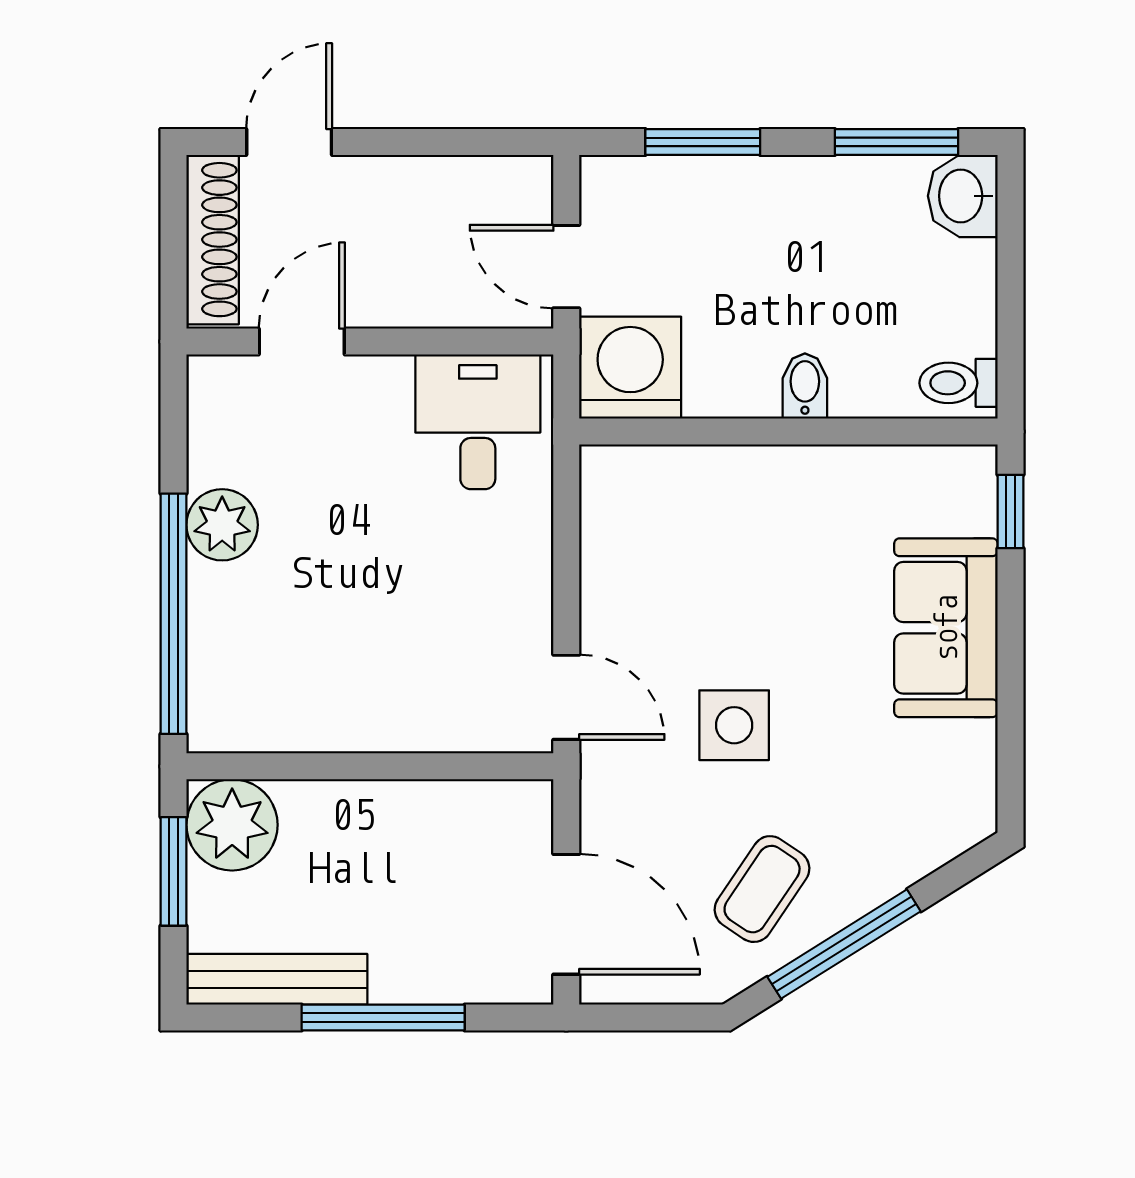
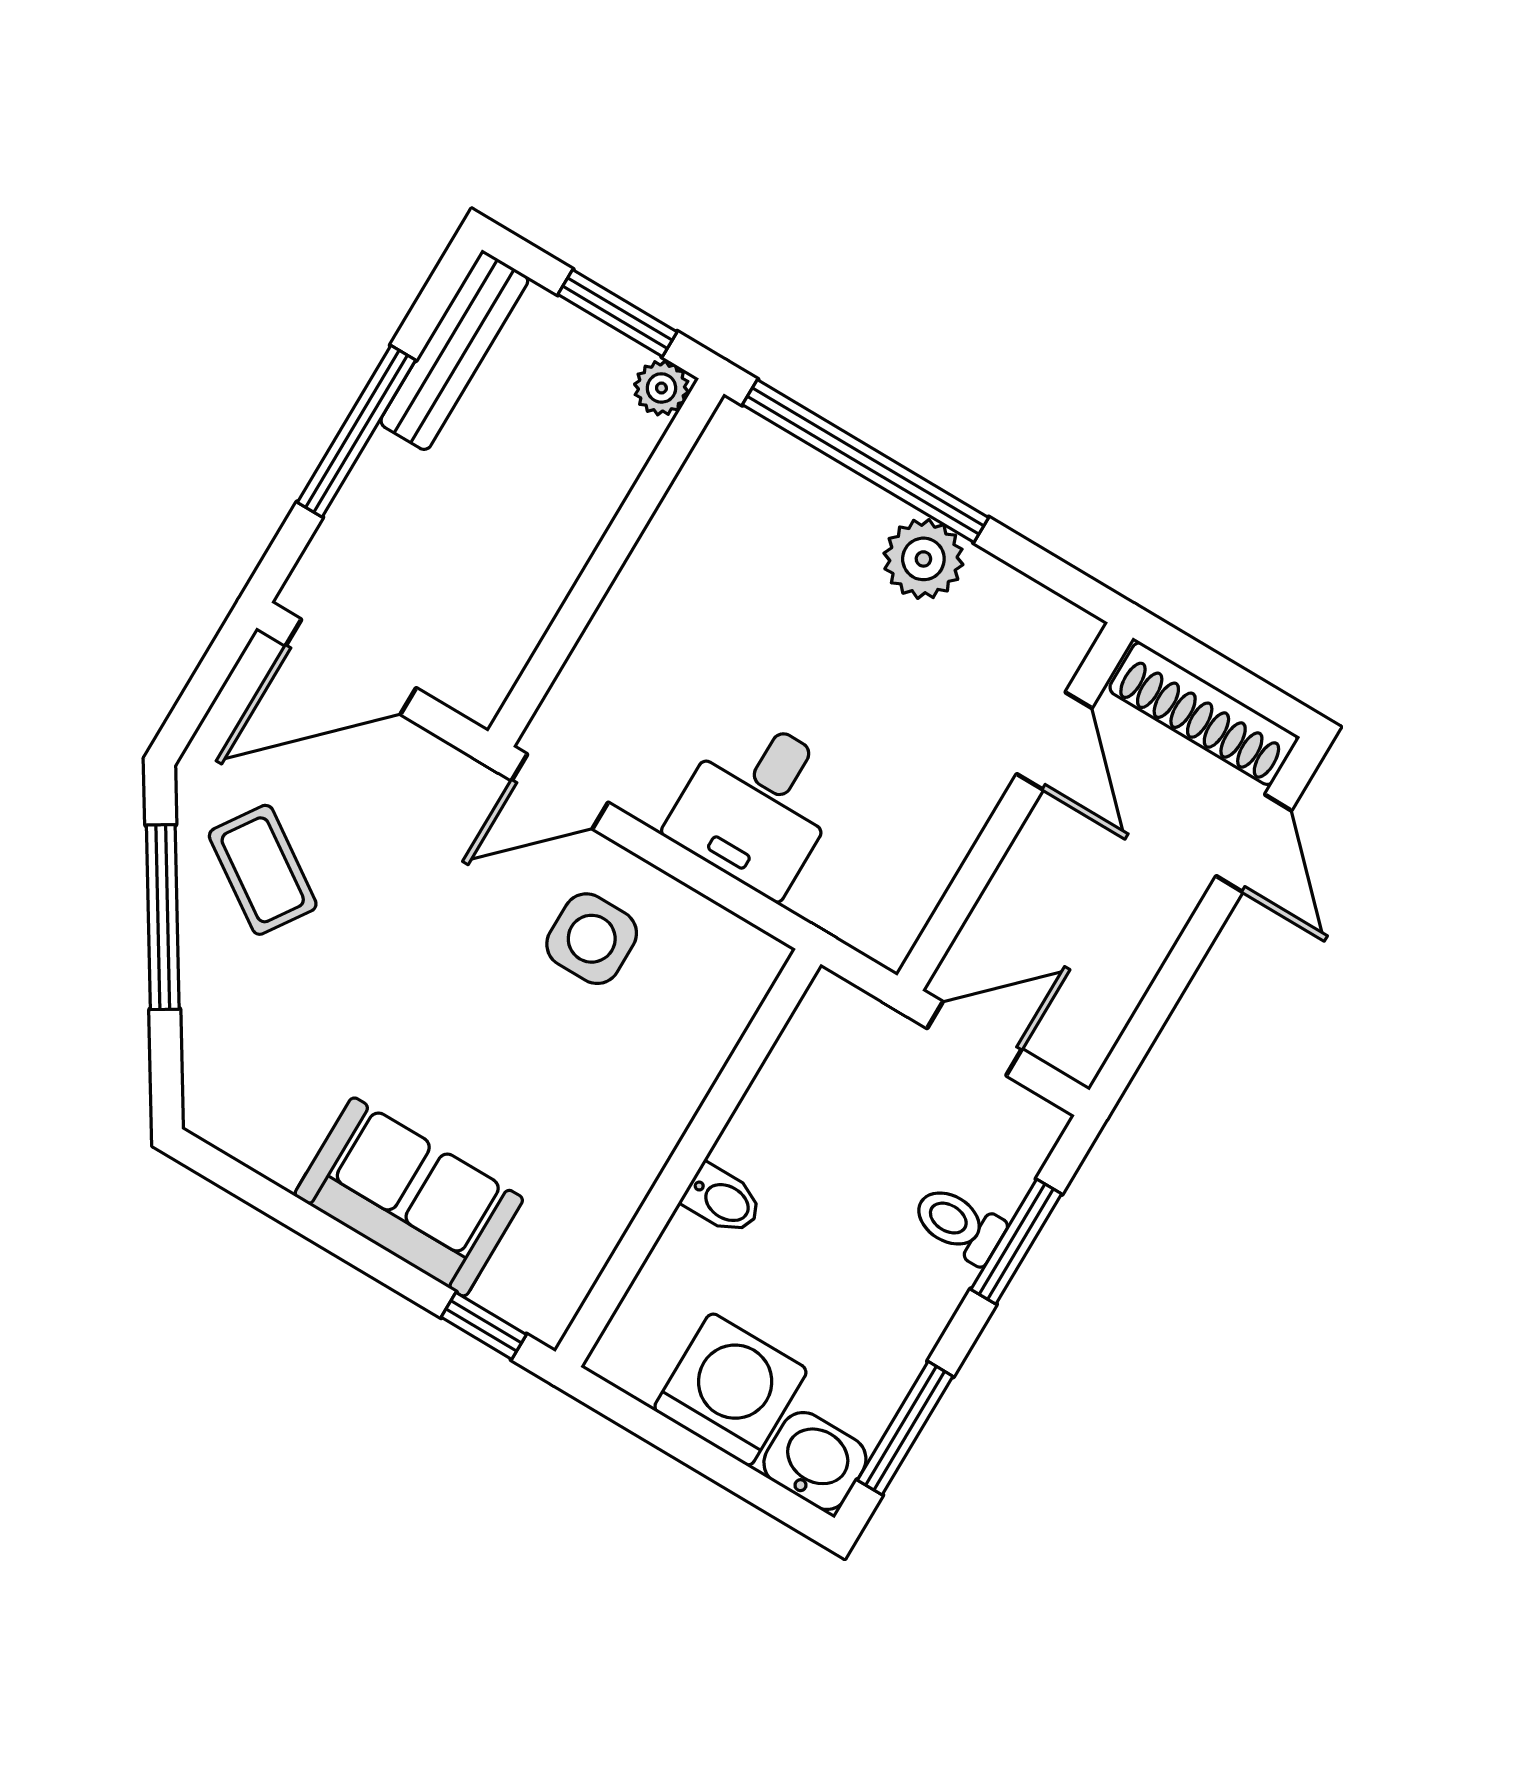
washing machine: (630, 368) -> (730, 1390), moved, turned -90
toilet: (959, 383) -> (959, 1224), moved, turned -90
desk: (478, 422) -> (758, 804), moved, turned 90
side table: (734, 725) -> (592, 939), moved
plant: (232, 825) -> (661, 388), width x0.53, depth x0.53

